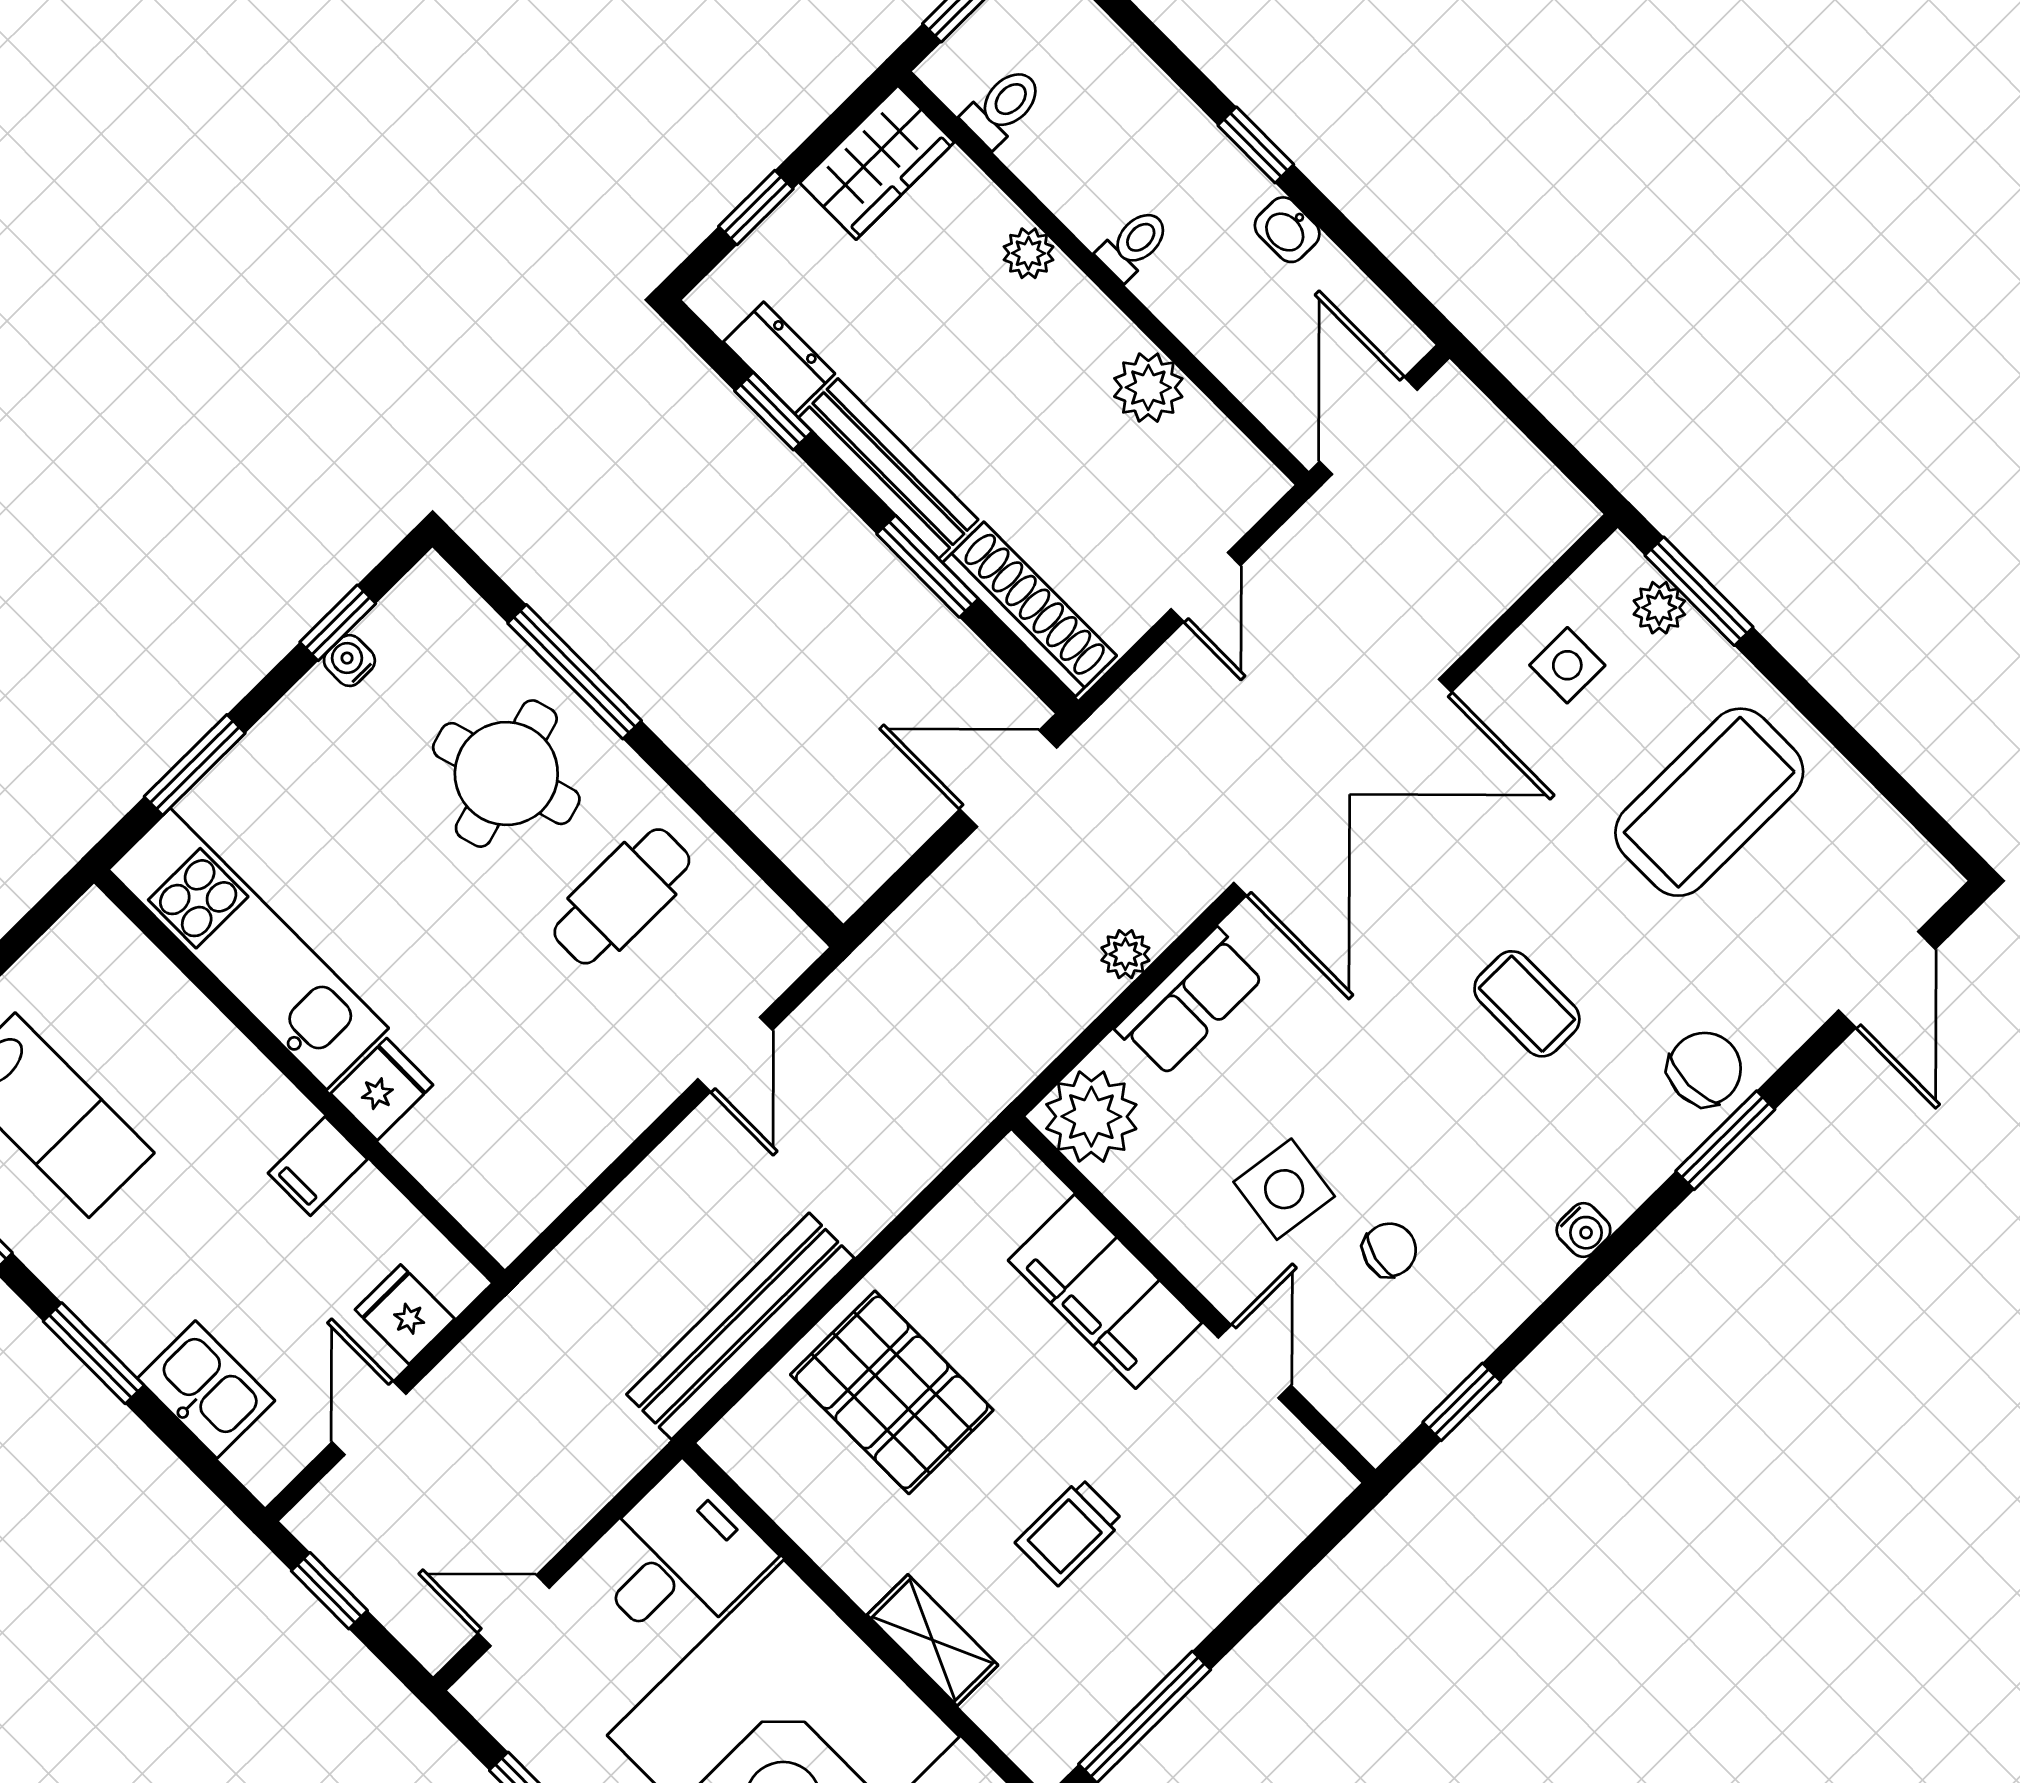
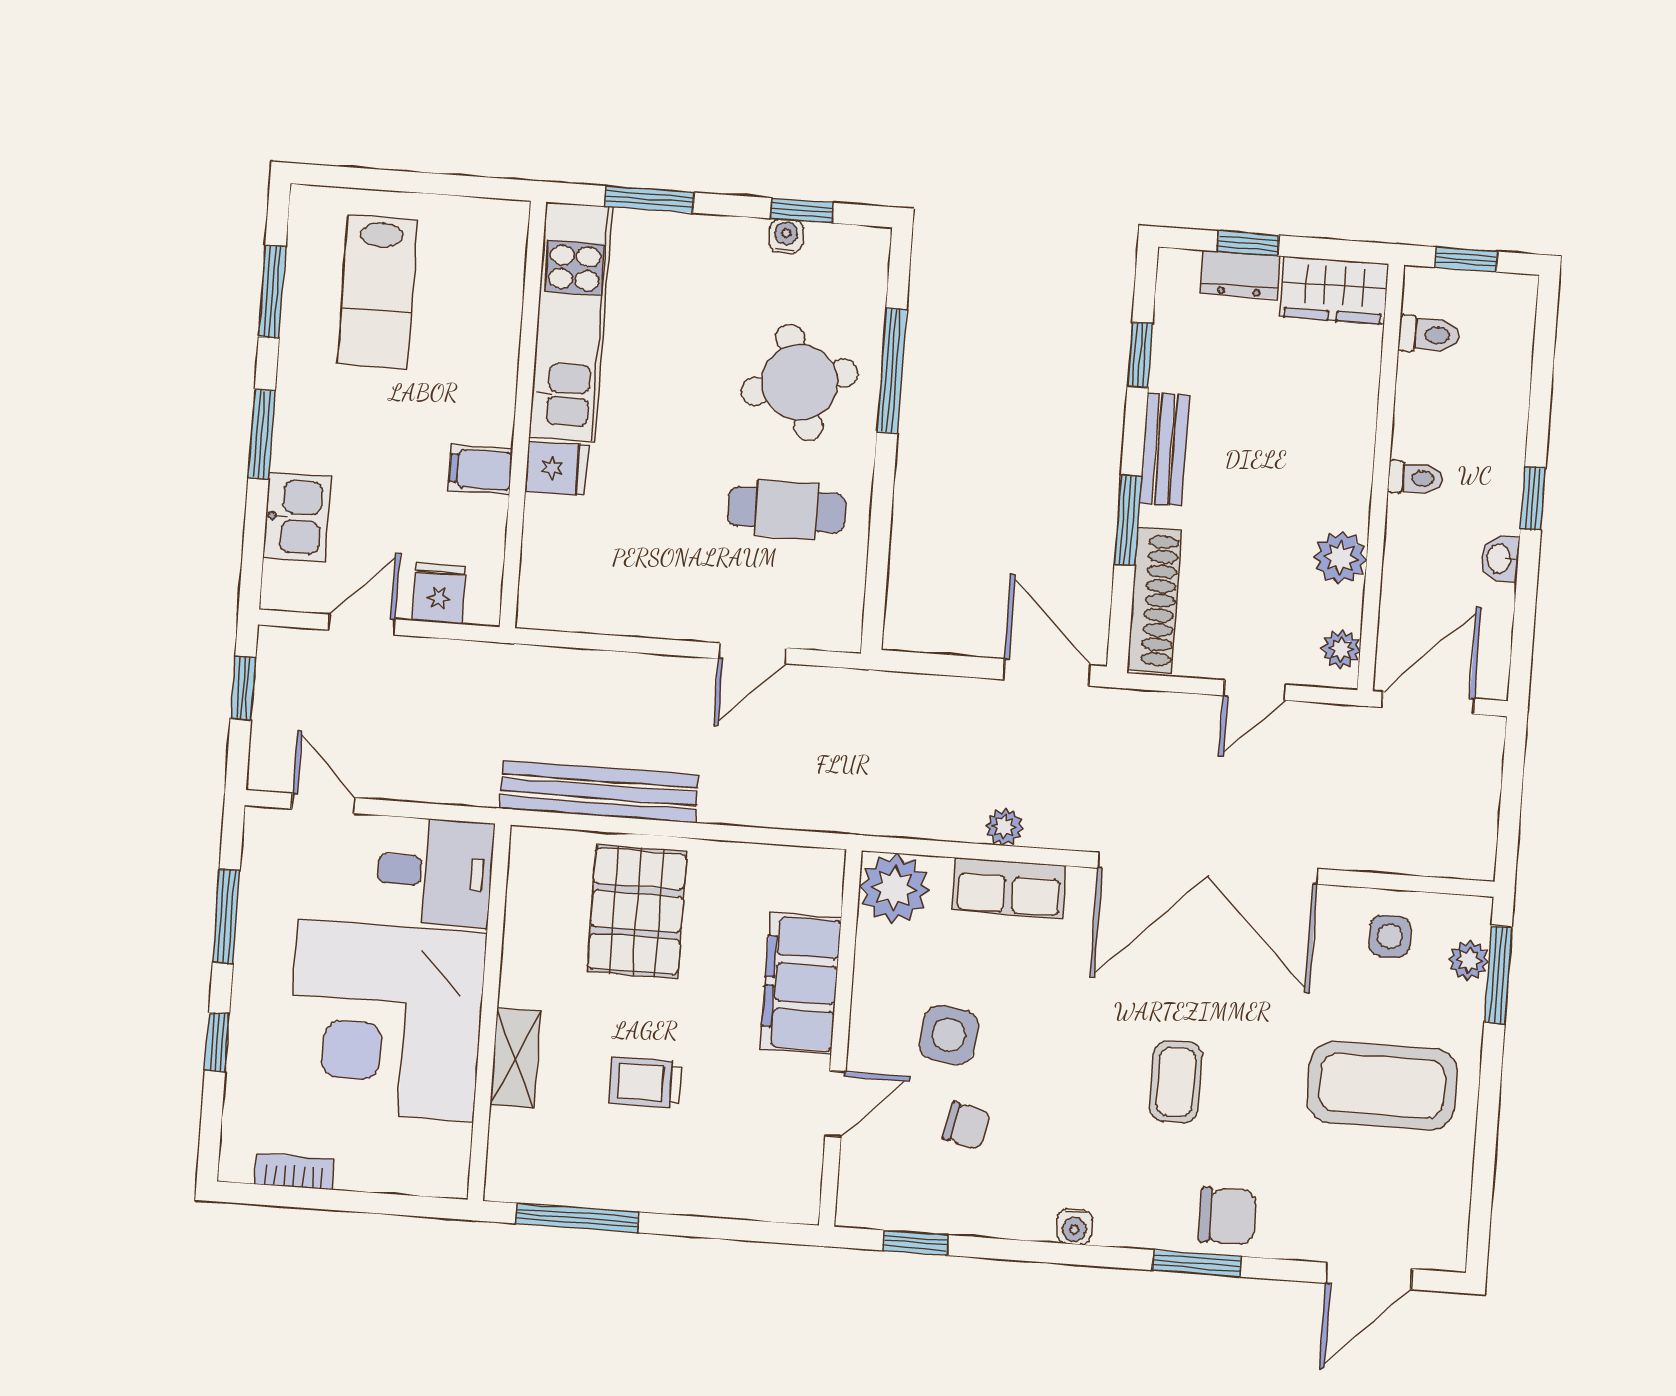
plant: (1029, 253) -> (1341, 649), moved
dresser: (779, 358) -> (1240, 275), moved, turned 90
bench: (888, 469) -> (1164, 449), width x0.73

